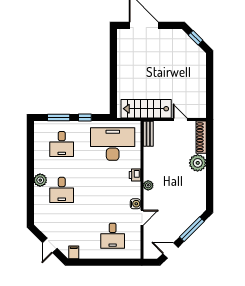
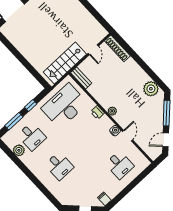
door: (180, 120) -> (93, 50), swing flipped
plant: (198, 163) -> (151, 89), moved
plant: (40, 180) -> (19, 150), moved

